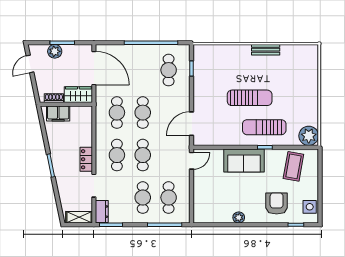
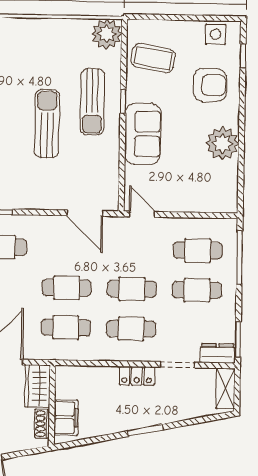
armchair: (277, 204) -> (210, 85), turned 180
plant: (239, 217) -> (222, 143), width x1.87, depth x1.87

